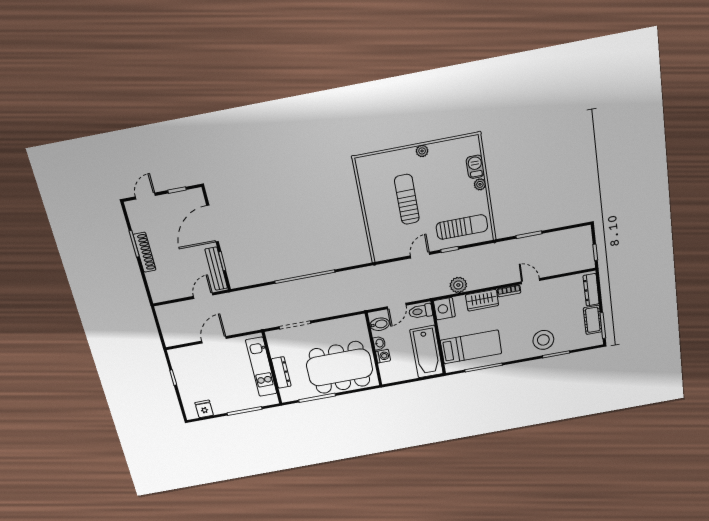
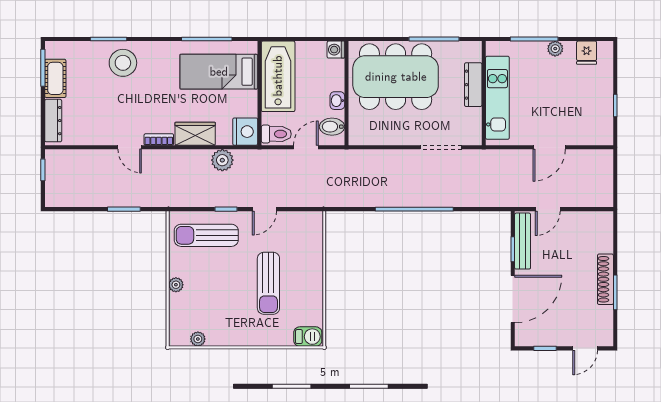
plant: (422, 151) -> (198, 339), moved
barbecue: (475, 167) -> (308, 337), moved, turned -90
washing machine: (383, 356) -> (336, 50), moved
plant: (228, 407) -> (555, 49), added

